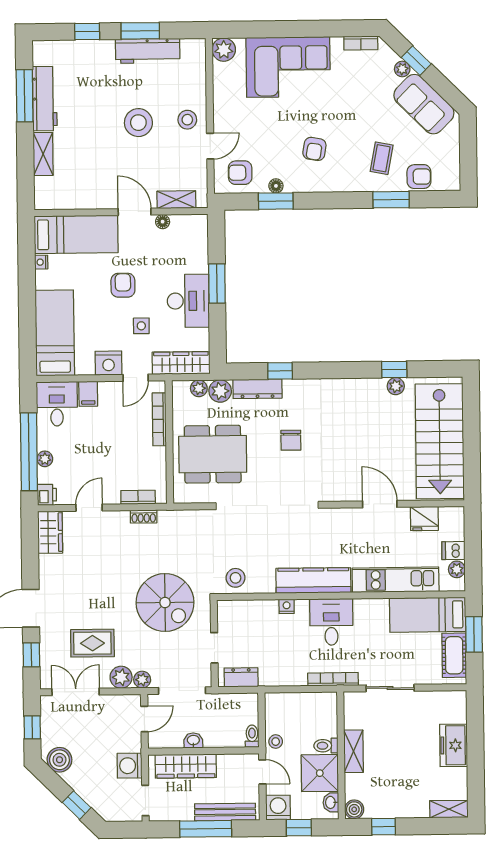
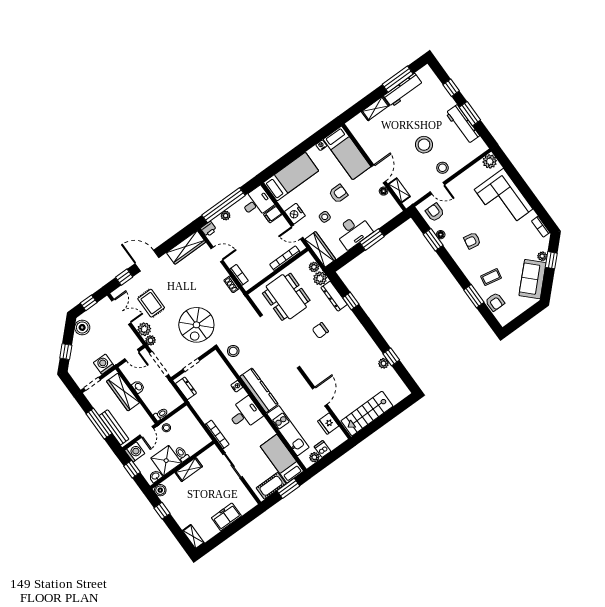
stairs: (440, 441) -> (367, 414), width x0.73, depth x0.66
wardrobe: (50, 532) -> (186, 247), width x1.50

